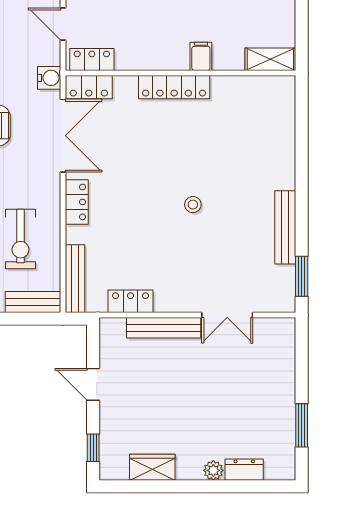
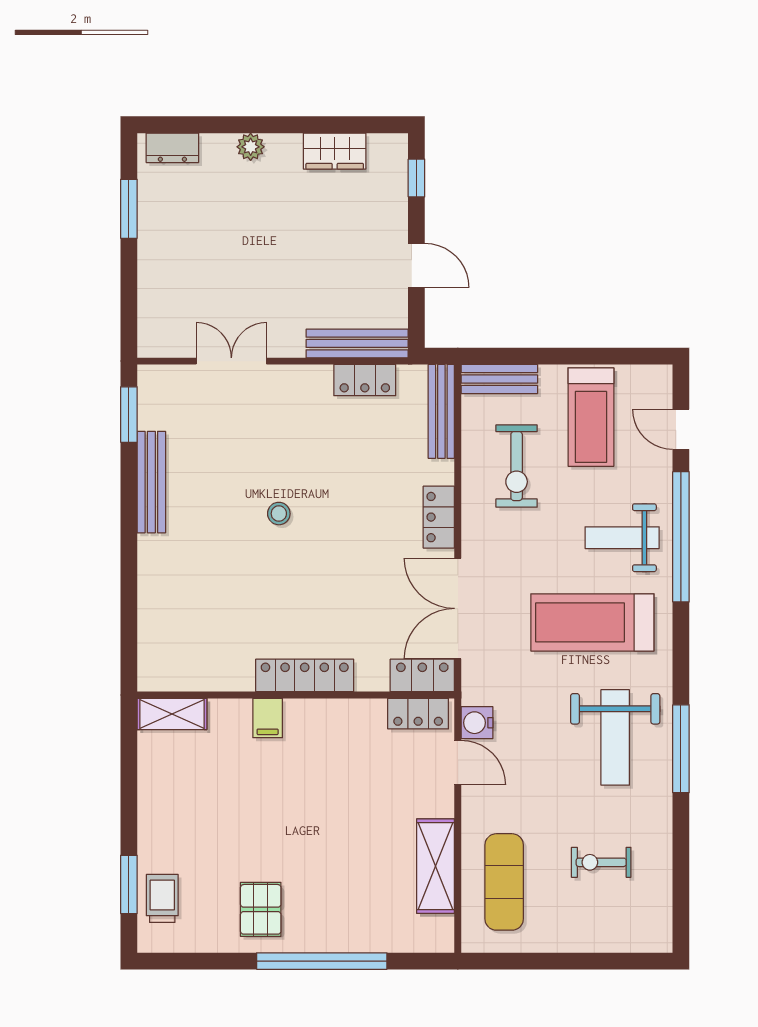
water cooler: (49, 78) -> (477, 723), moved
exercise bike: (20, 239) -> (517, 466), turned 180
bench: (164, 328) -> (357, 343), moved
dresser: (244, 470) -> (172, 148), moved

